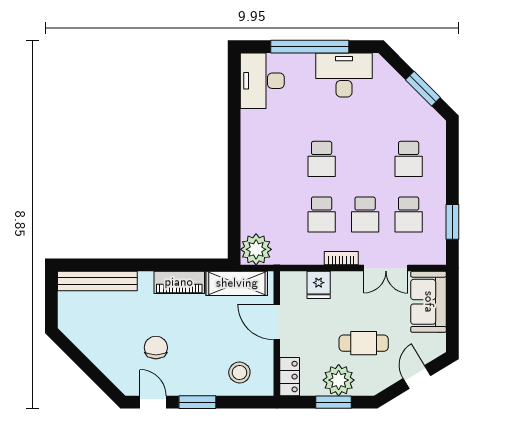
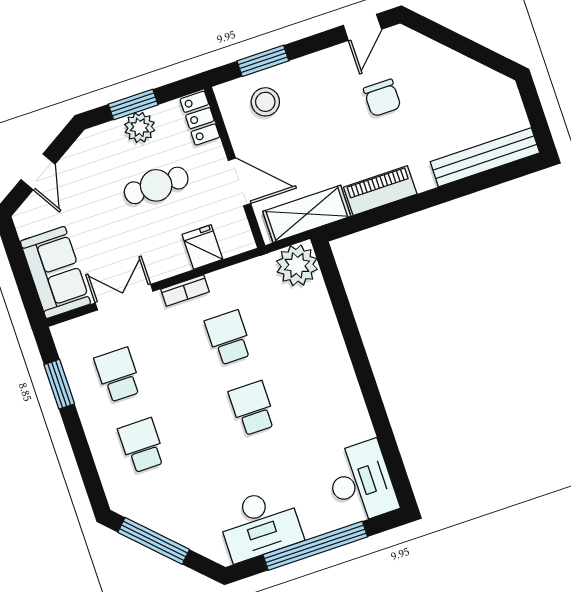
window: (423, 89) -> (154, 541), width x1.44
school desk: (365, 214) -> (173, 356), removed
cafe table: (364, 343) -> (156, 185), moved
plant: (339, 380) -> (140, 127), width x0.73, depth x0.73
door: (153, 402) -> (362, 27), hinge flipped
window: (197, 402) -> (263, 61), moved

